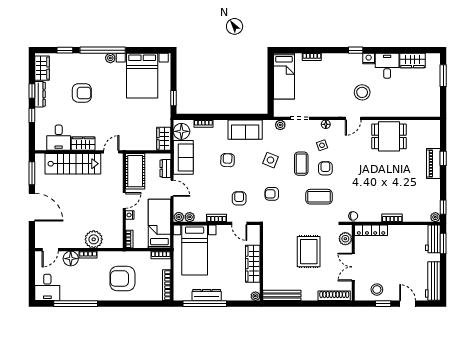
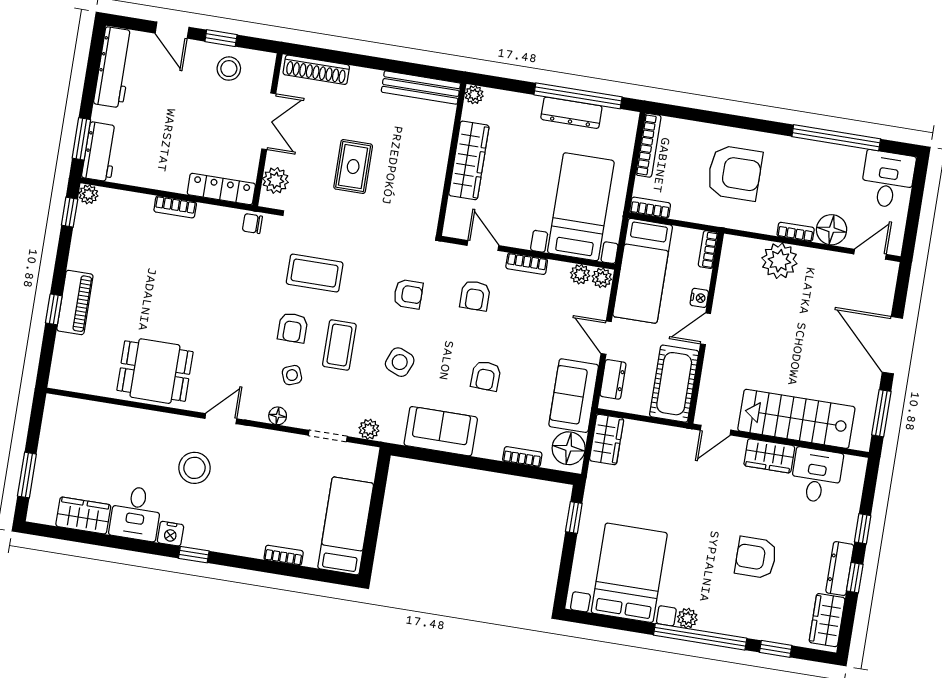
rug: (309, 252) -> (353, 167), width x0.73, depth x0.70

